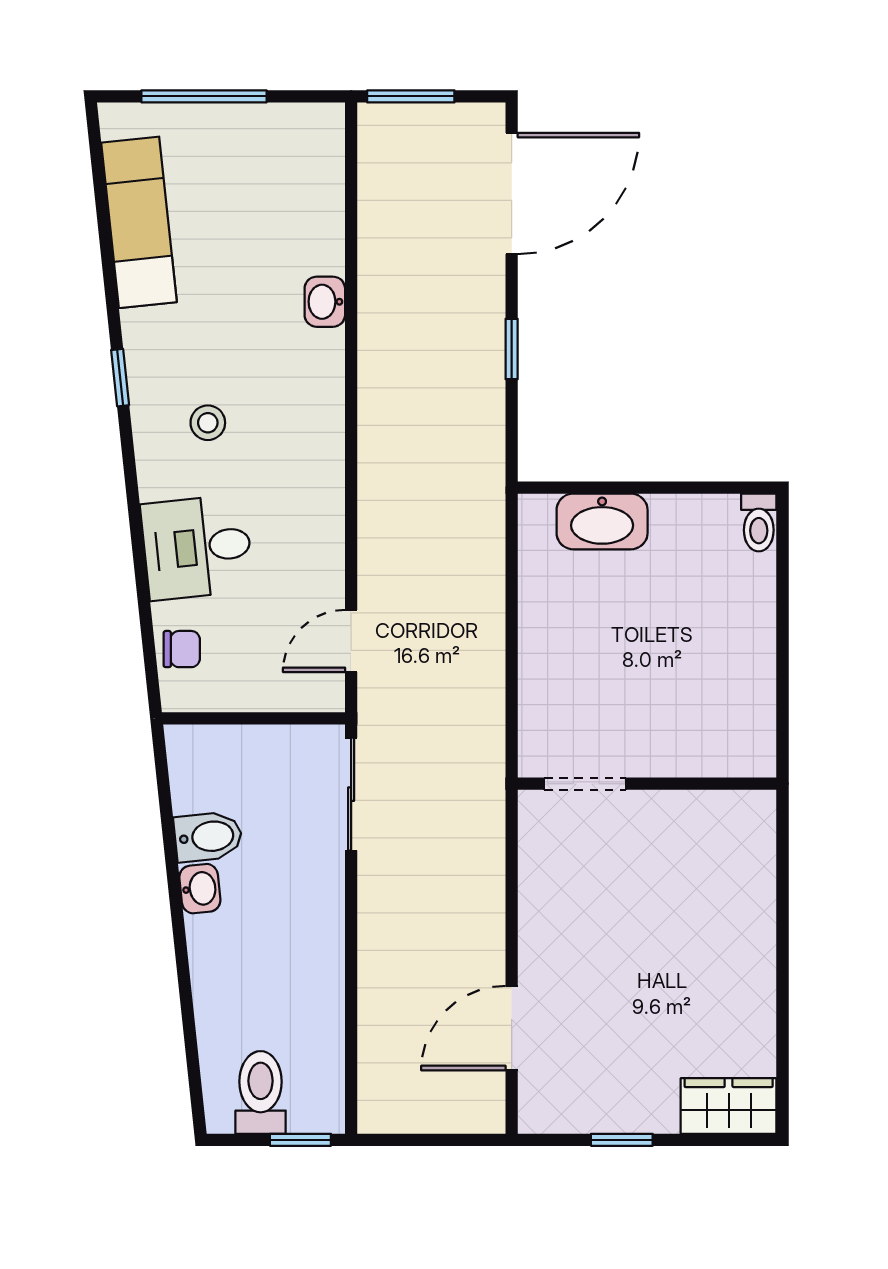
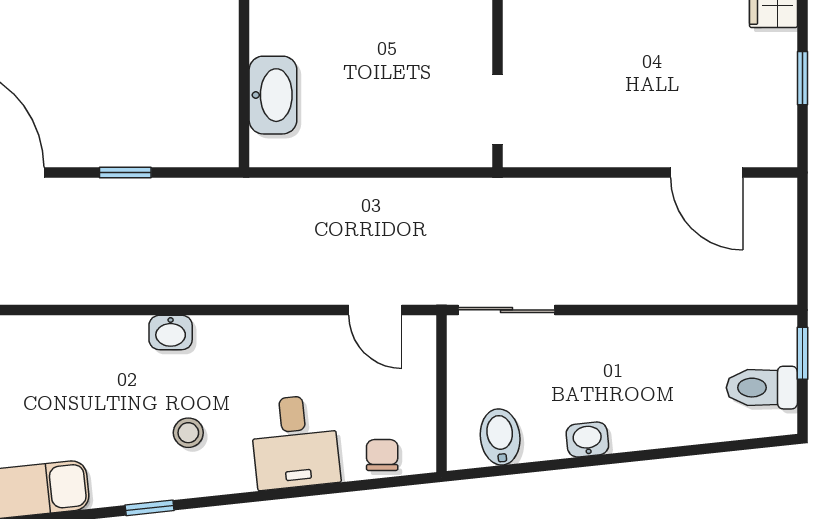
washbasin: (325, 302) -> (171, 332), moved
bidet: (208, 837) -> (500, 437), moved

